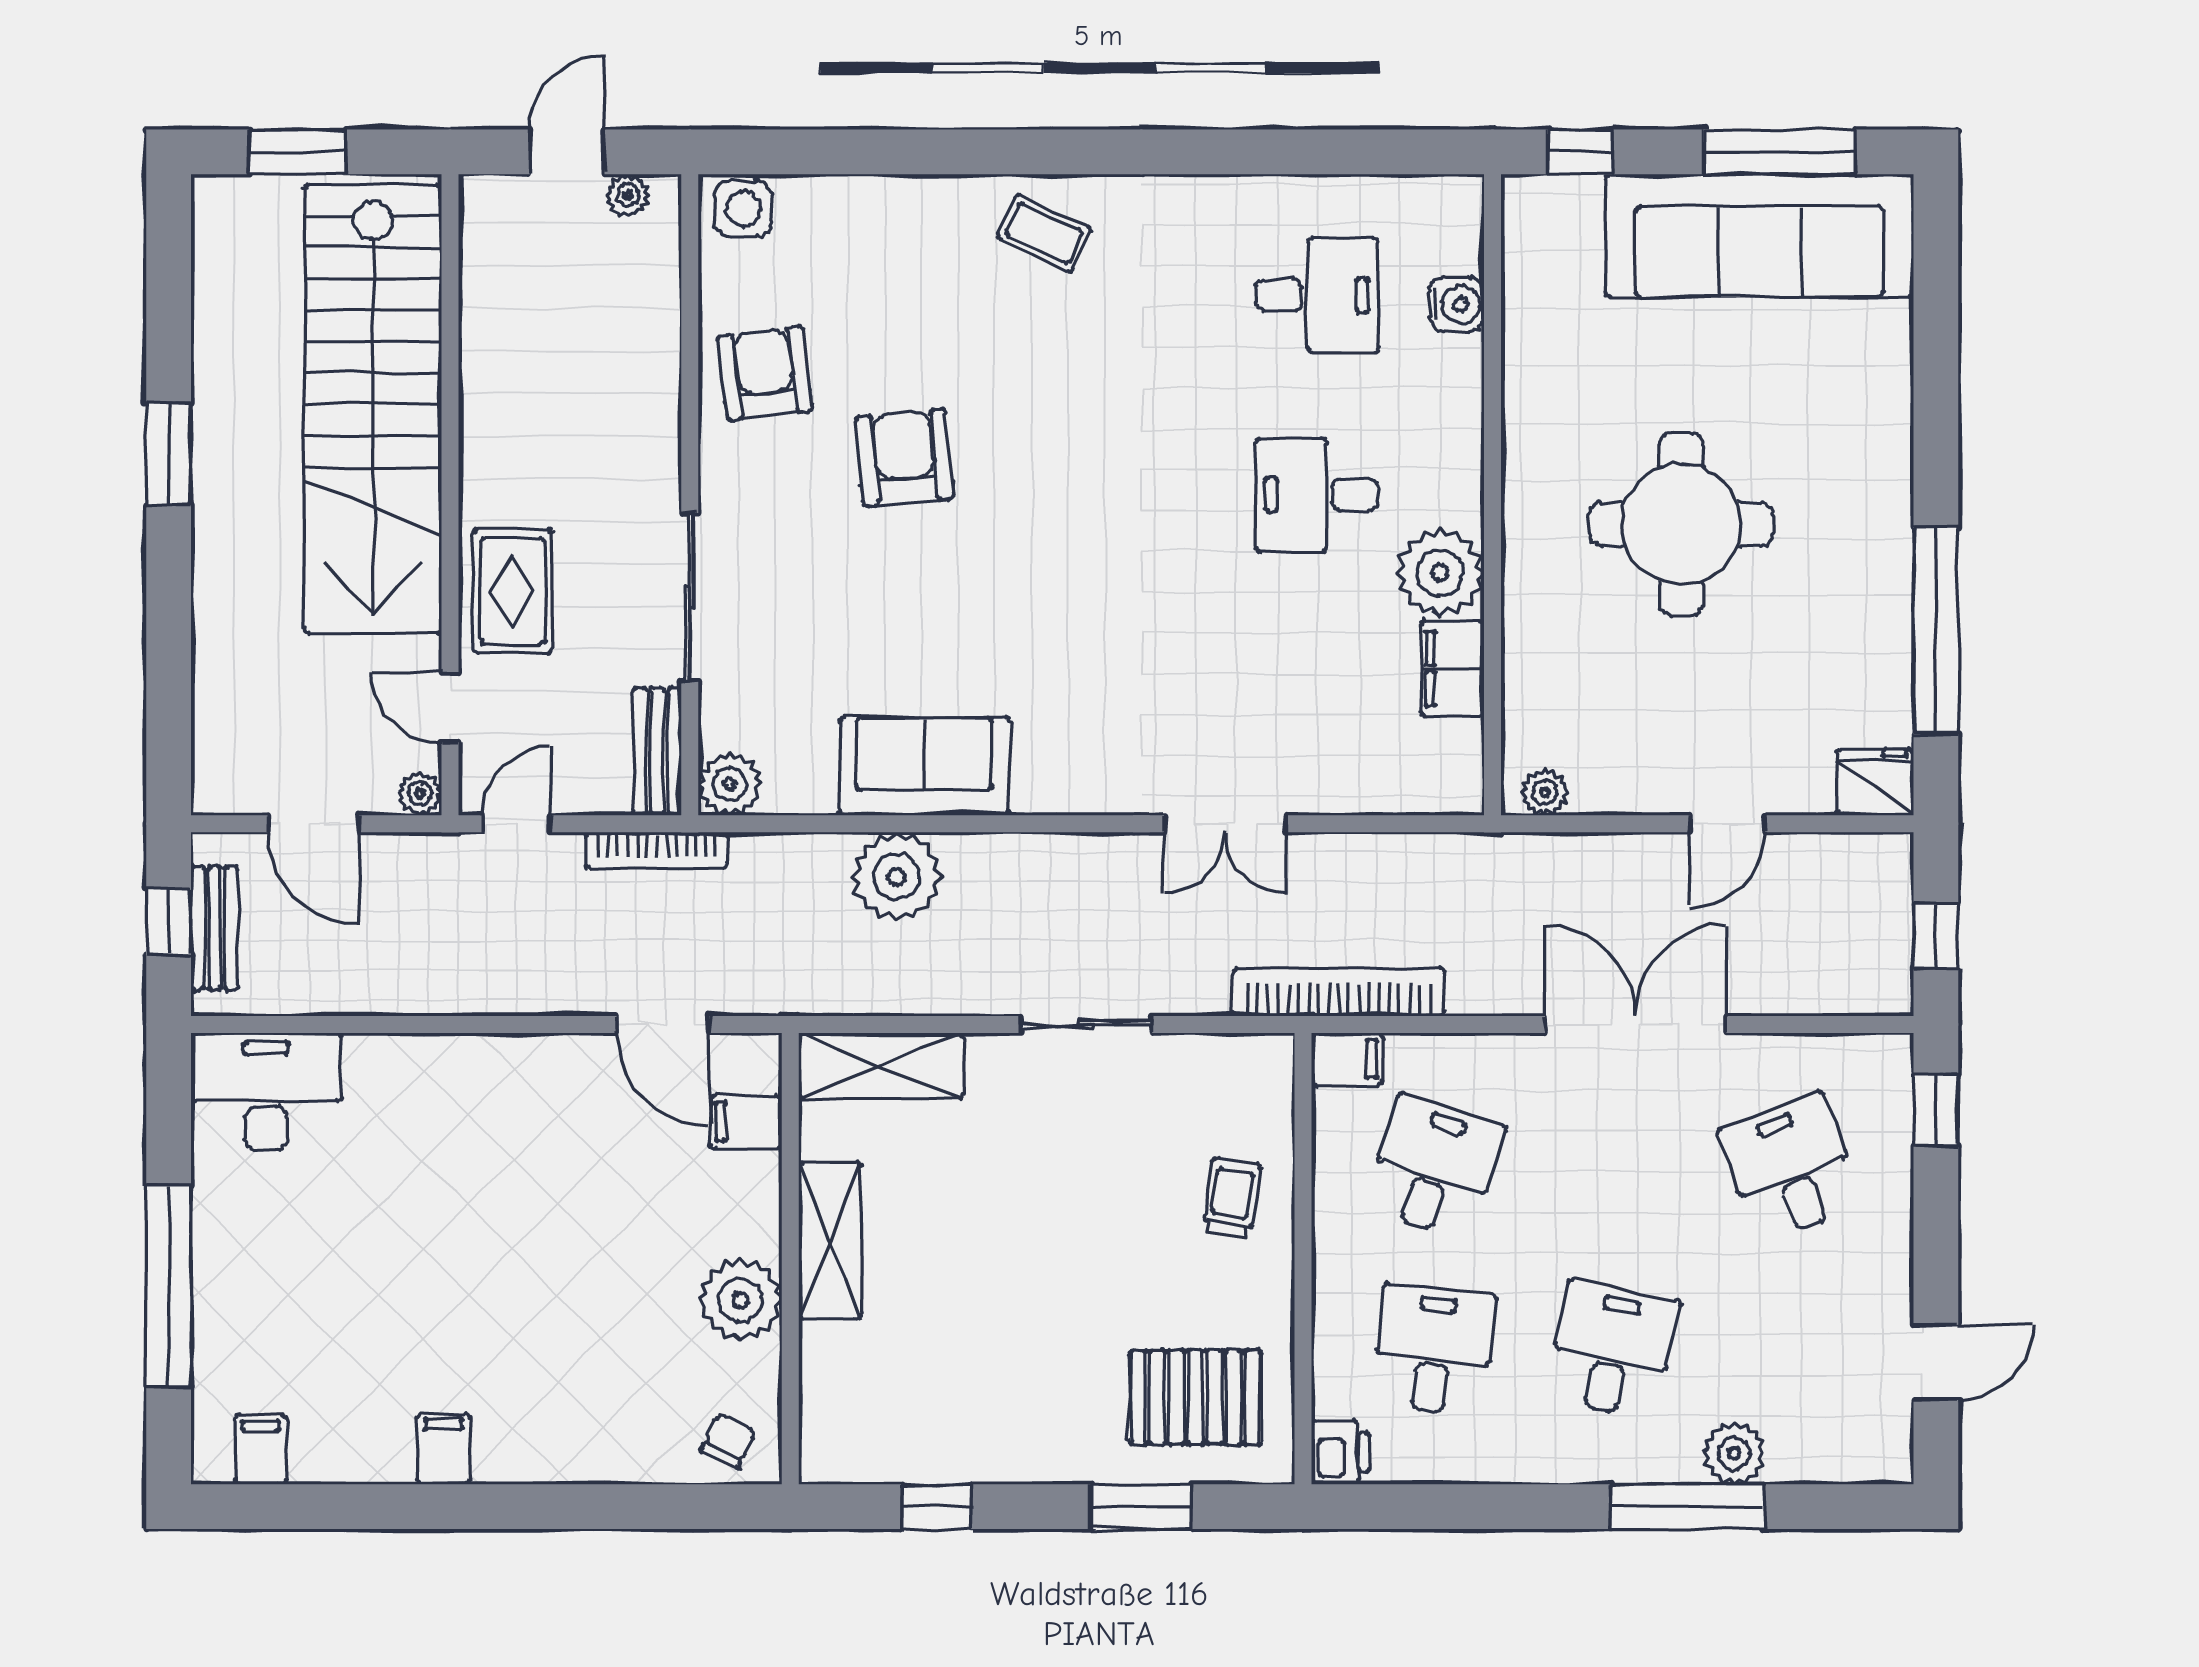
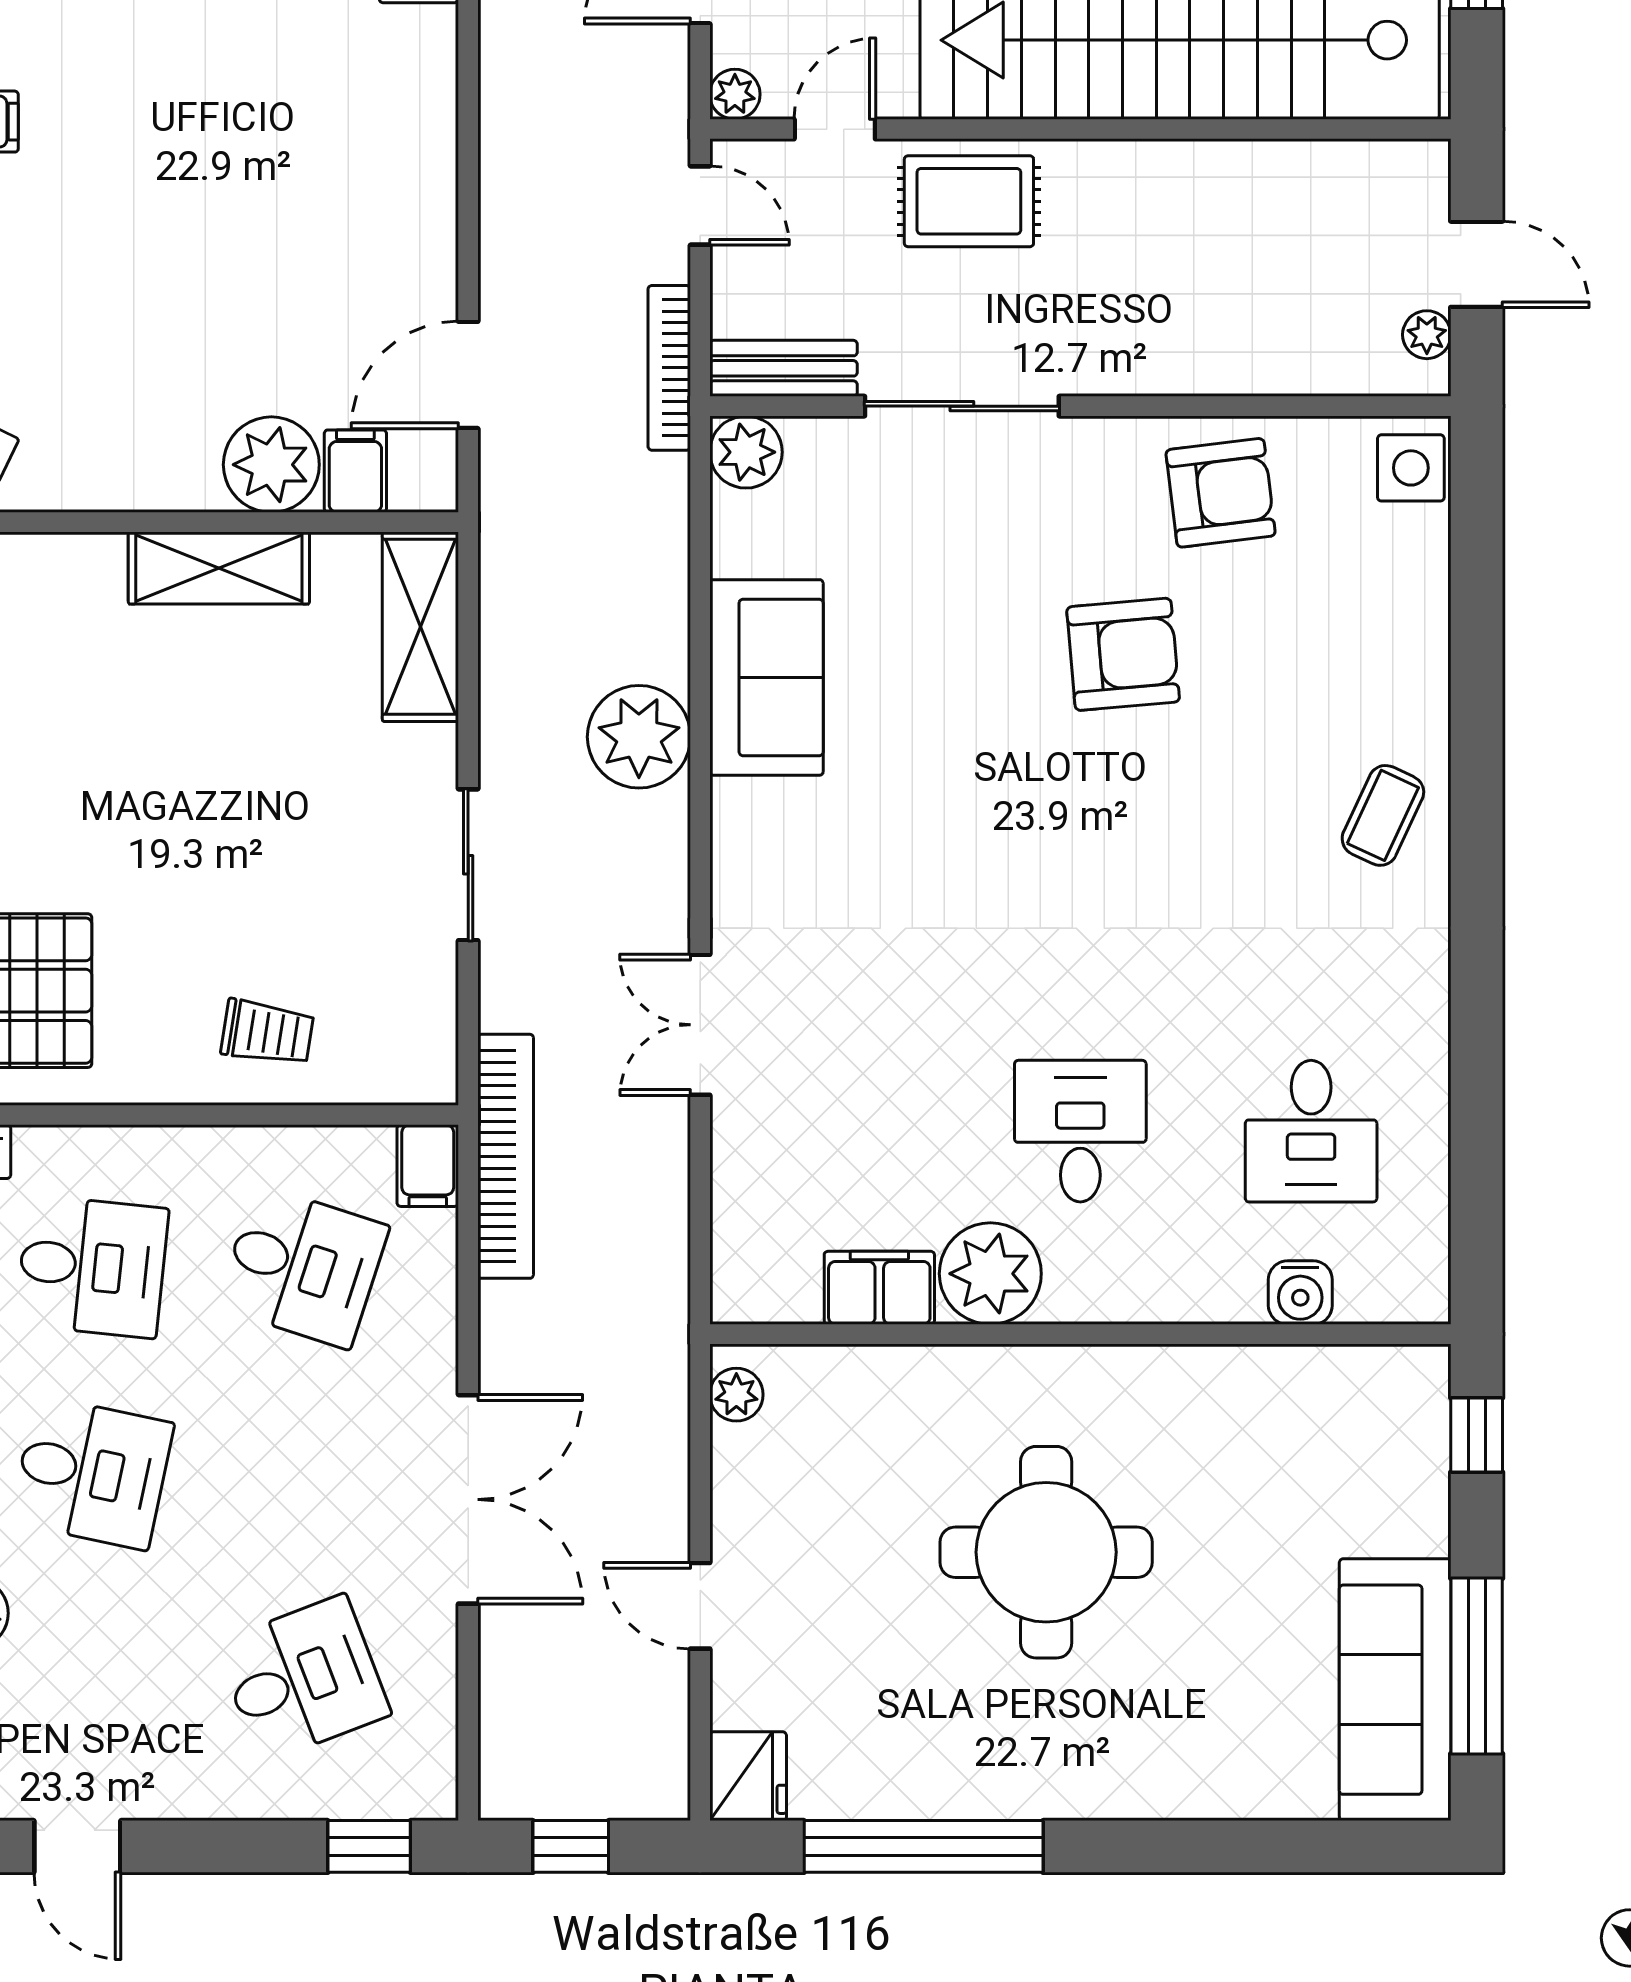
sofa: (1759, 235) -> (1395, 1690), width x0.74, depth x0.79
plant: (896, 877) -> (639, 737), moved
plant: (740, 1300) -> (271, 465), moved

